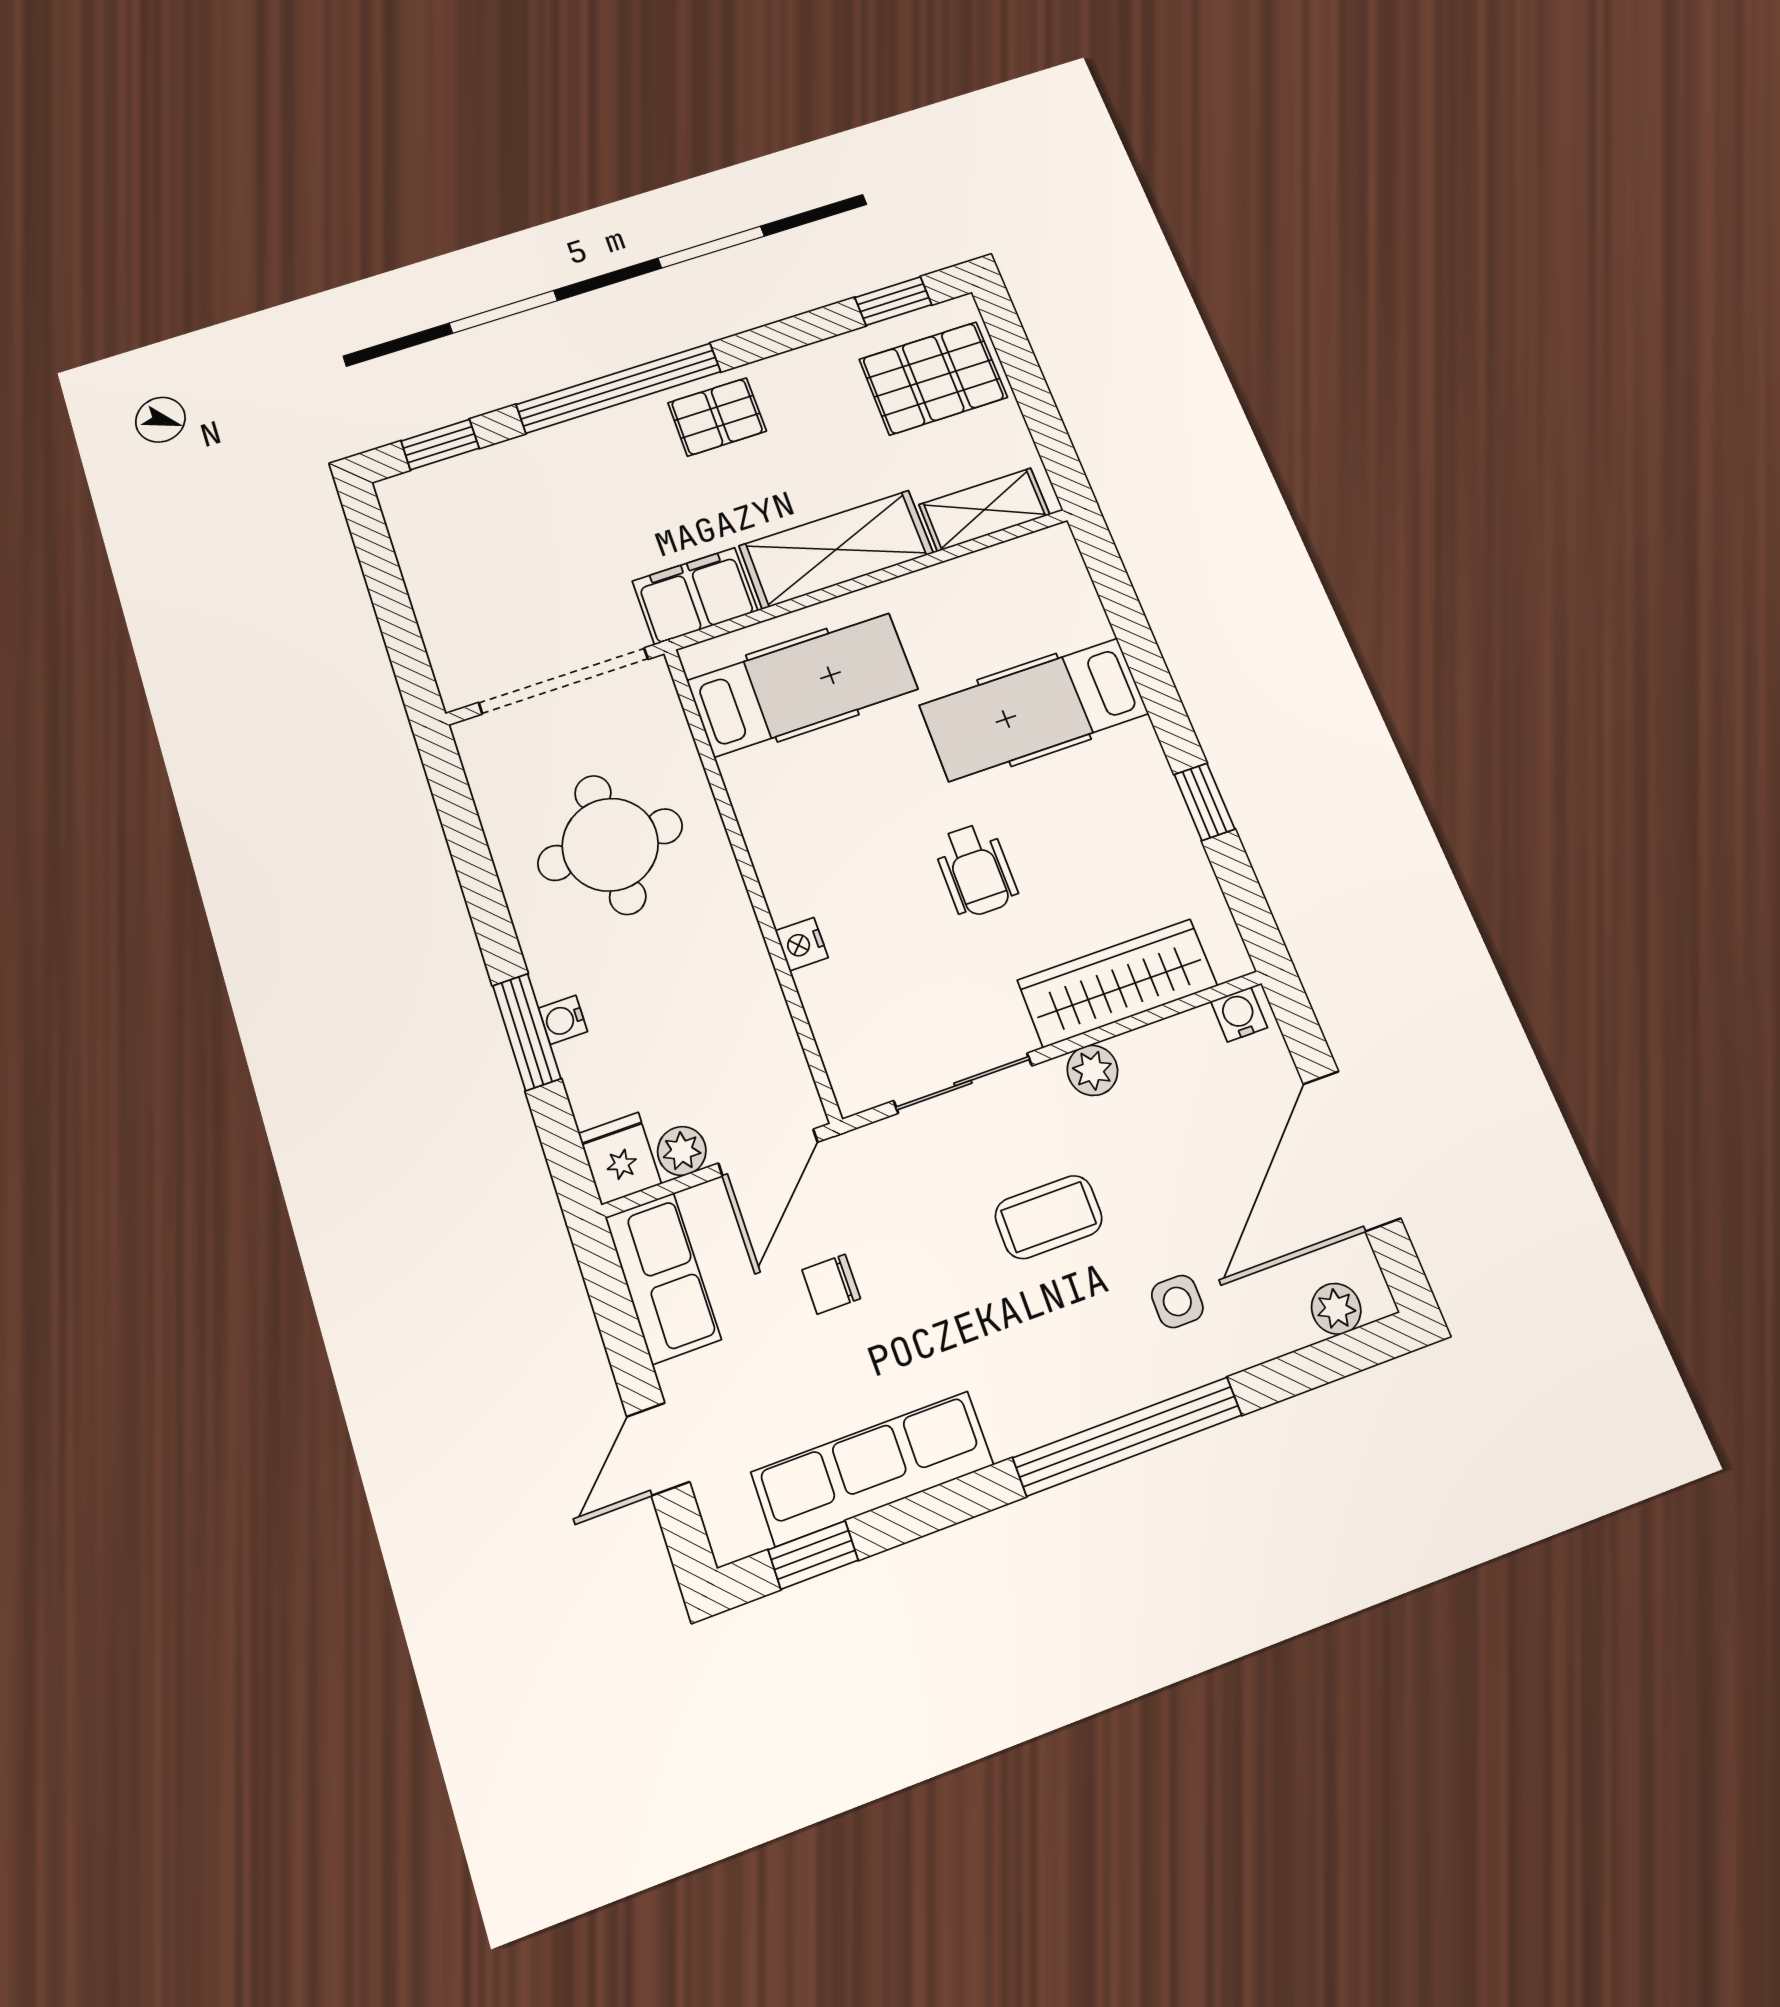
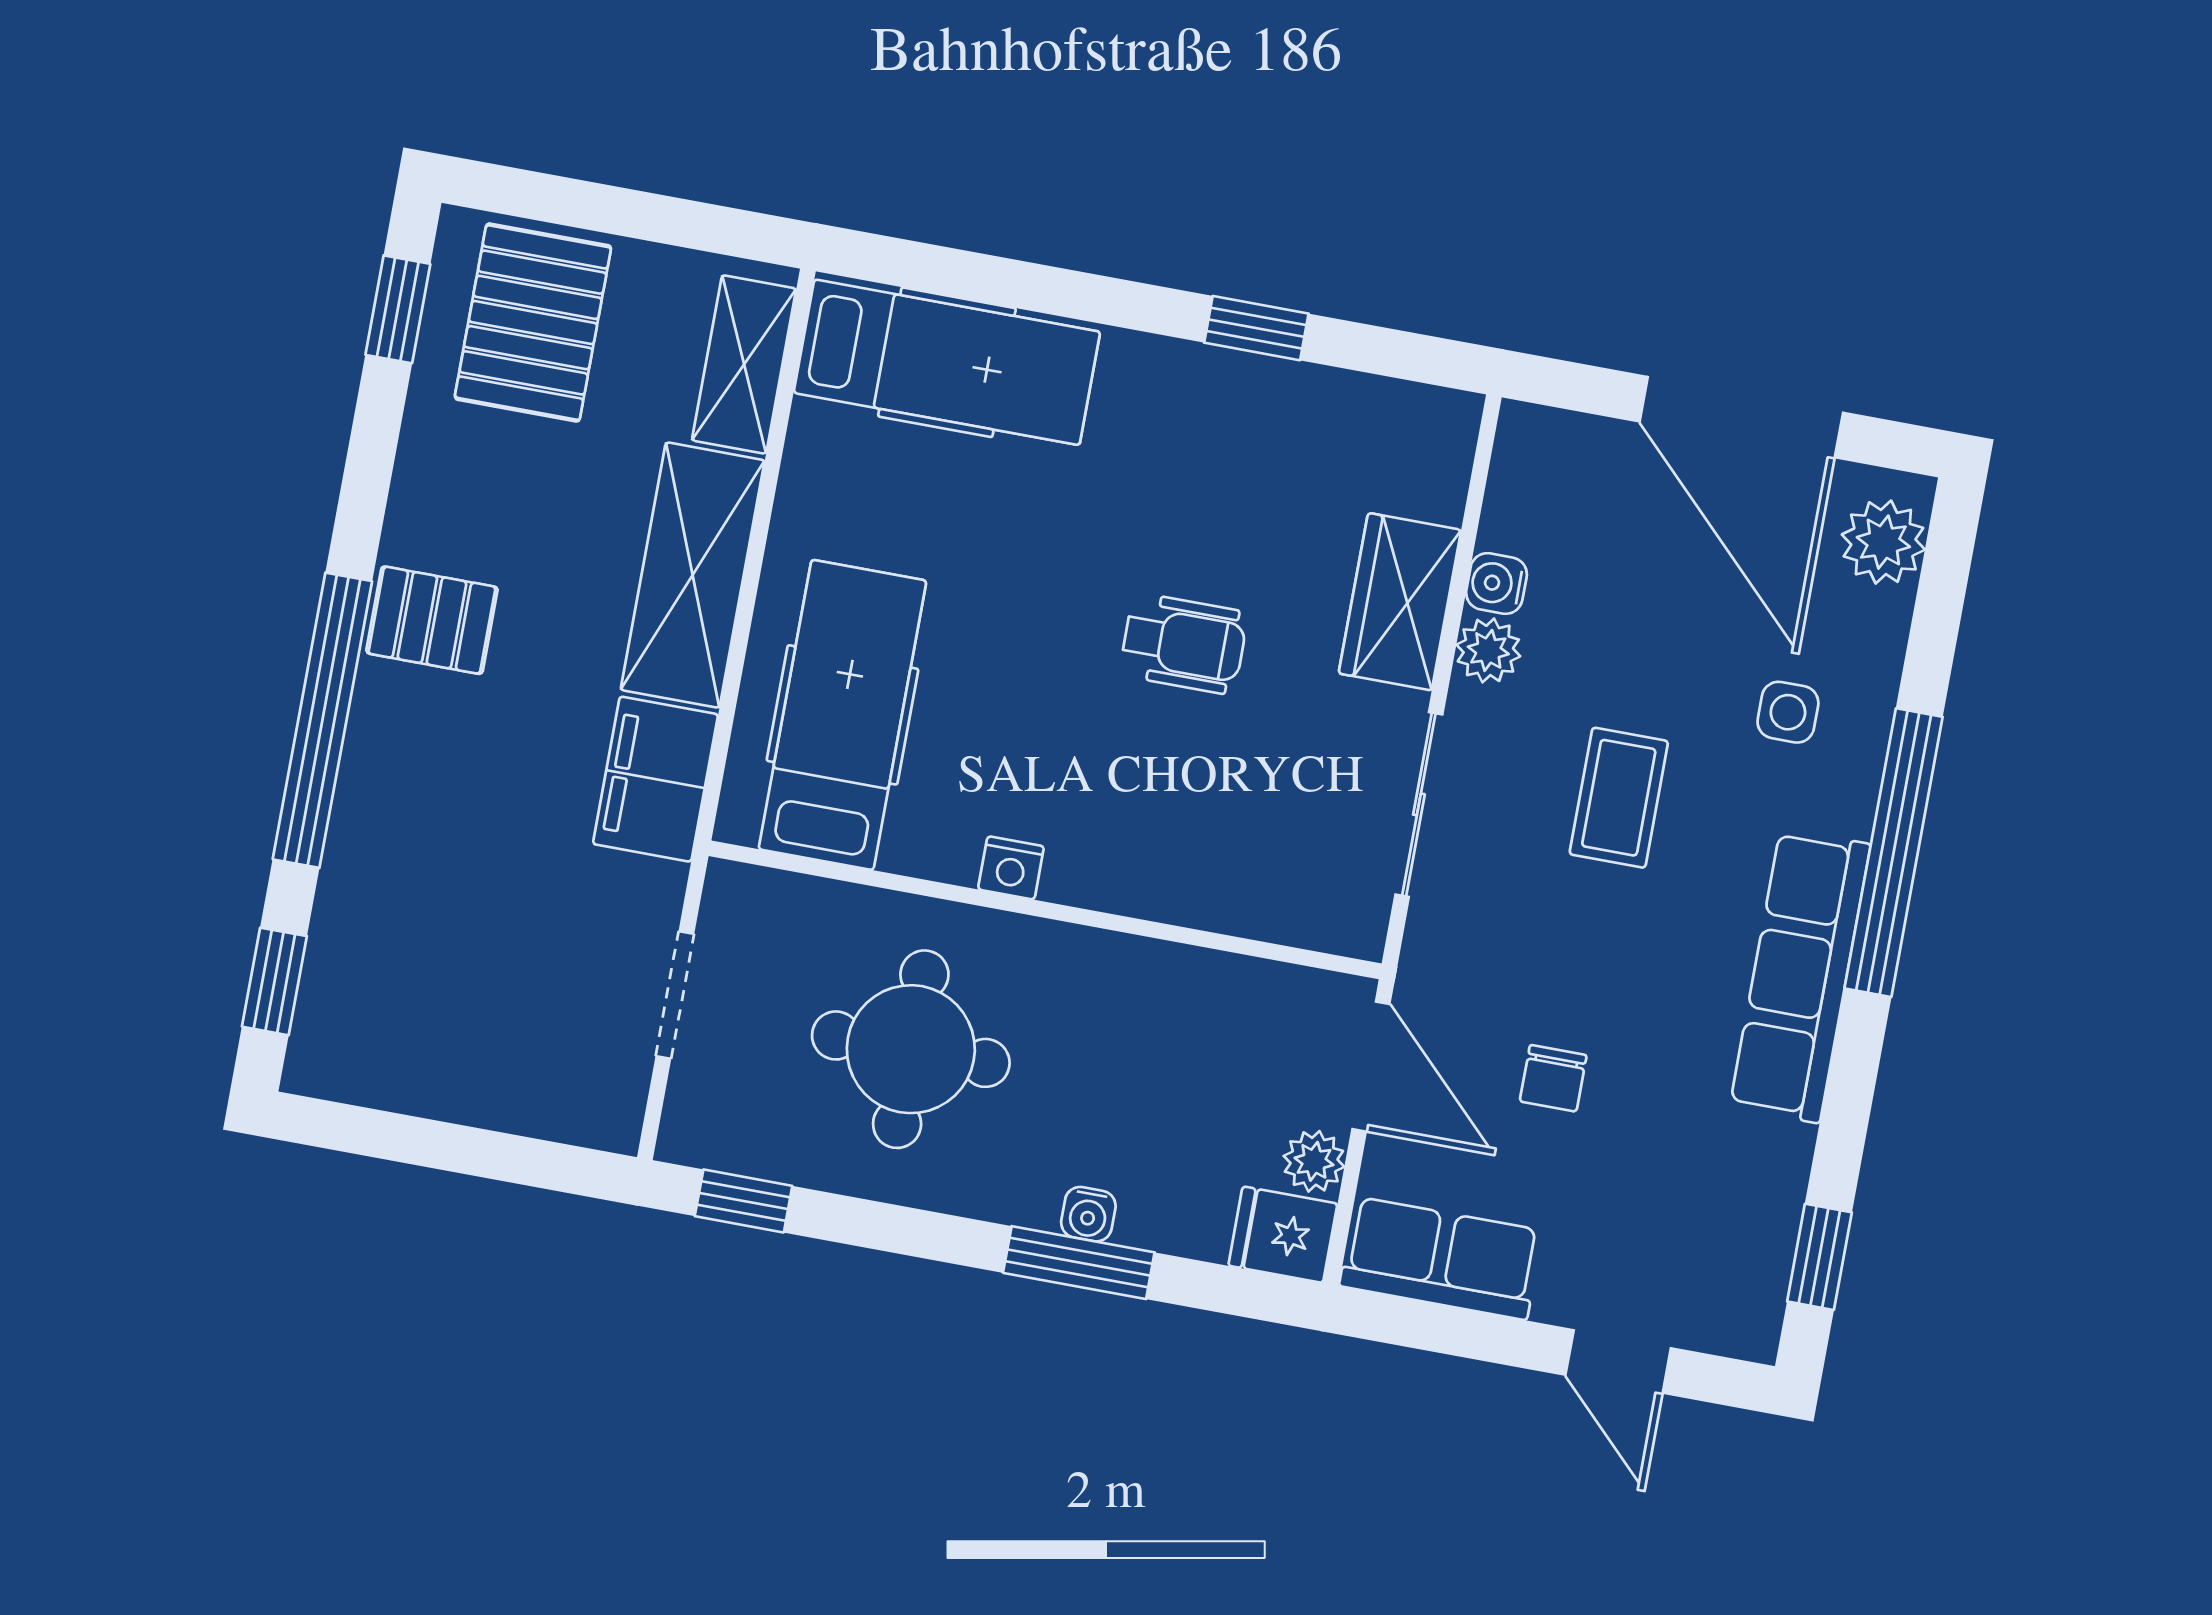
pallet: (717, 417) -> (432, 620), turned 90
doorway: (564, 681) -> (675, 995), width x0.53
hospital bed: (1034, 709) -> (947, 362), moved, turned -90
window: (452, 795) -> (744, 1201), added
nightstand: (802, 944) -> (1011, 868), moved
wardrobe: (1117, 983) -> (1400, 602), width x0.67
water cooler: (1239, 1015) -> (1496, 584), moved
plant: (1336, 1309) -> (1883, 542), width x1.38, depth x1.38
row of seats: (872, 1469) -> (1800, 976), moved

